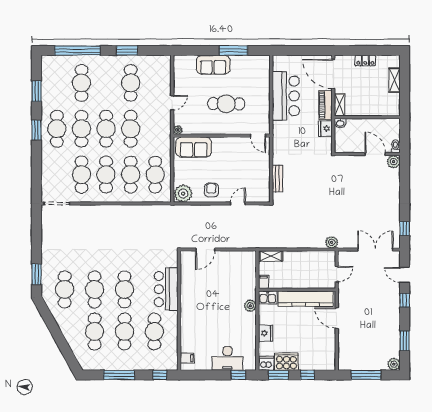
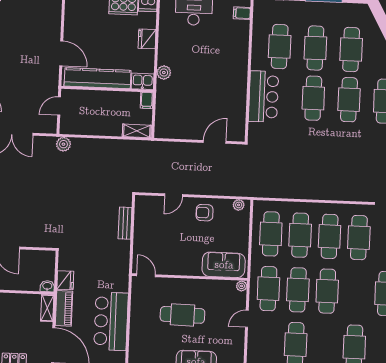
cafe table: (81, 129) -> (268, 289), moved
armchair: (211, 190) -> (205, 213), turned 90
plant: (183, 194) -> (239, 205), width x0.53, depth x0.53

